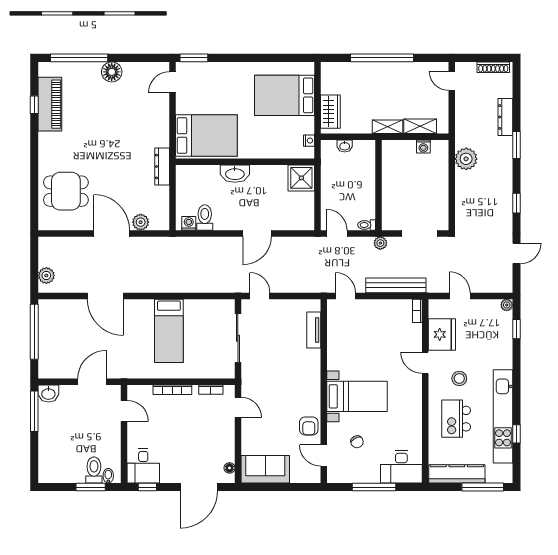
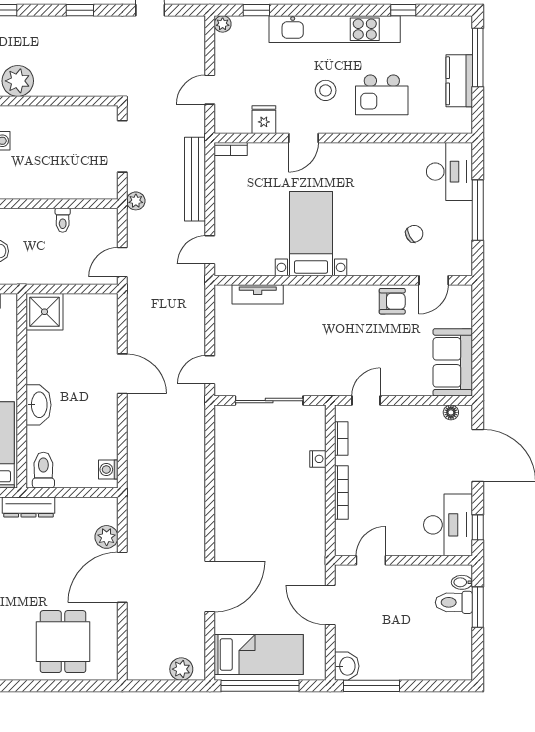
toilet: (205, 218) -> (43, 470), moved, turned 90
toilet: (367, 225) -> (63, 220), moved
bed: (169, 331) -> (259, 654), moved
fridge: (442, 334) -> (264, 120), width x0.53, depth x0.75
nightstand: (196, 373) -> (318, 459), added
bed with nightstands: (357, 396) -> (311, 234), moved
kitchen unit: (503, 416) -> (335, 29), moved
desk: (143, 466) -> (448, 525), width x1.37
kitchen counter: (457, 474) -> (459, 81), width x0.67

